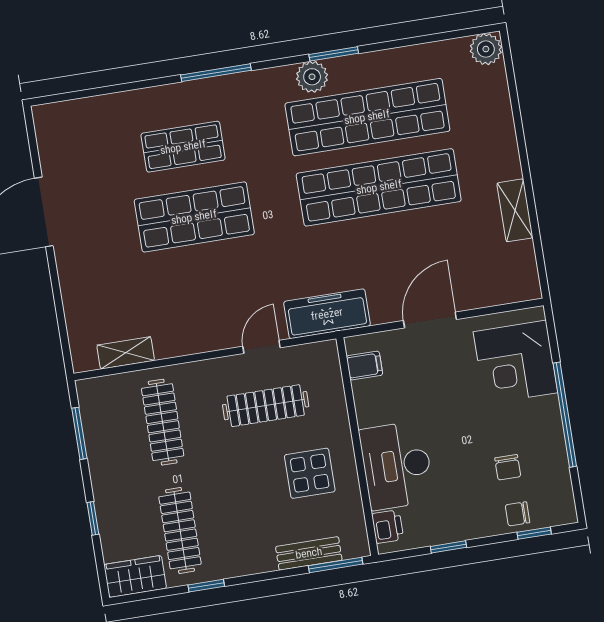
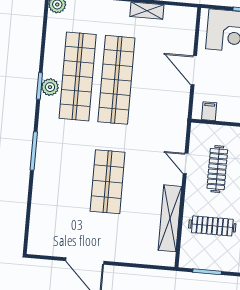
plant: (312, 77) -> (50, 87), moved
shop shelf: (183, 147) -> (69, 178), removed
freezer: (327, 314) -> (177, 124), removed
shelving: (126, 353) -> (170, 218), width x2.20, depth x1.33

